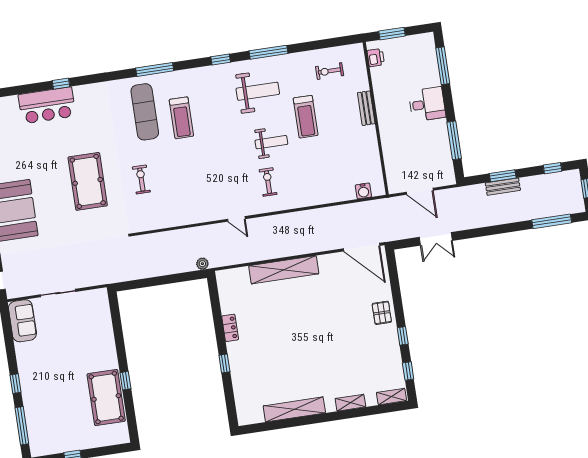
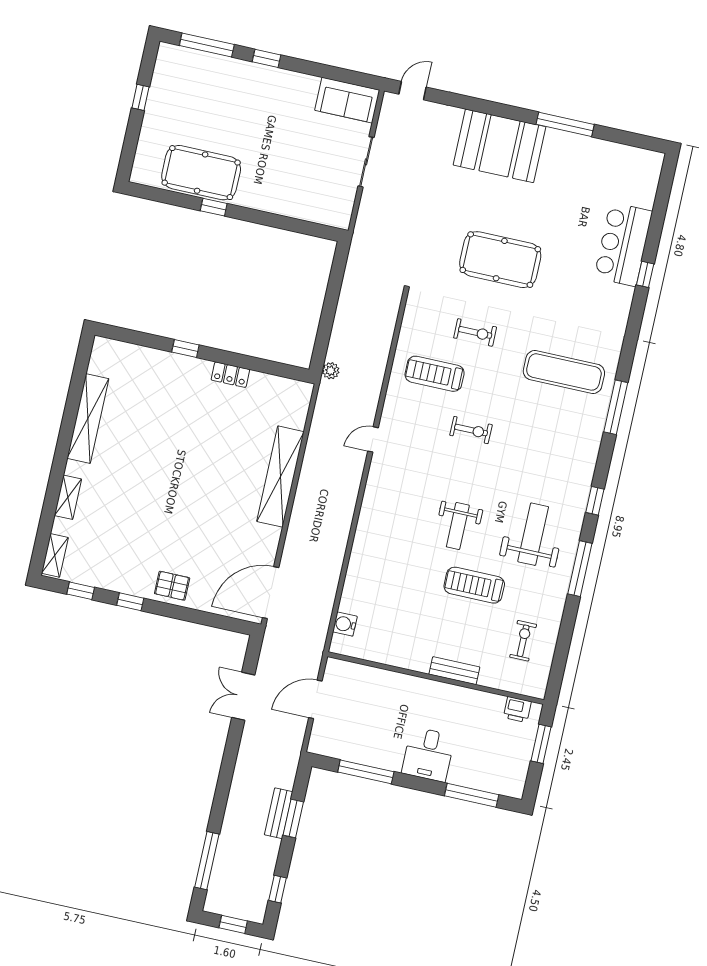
weight bench: (258, 91) -> (533, 534), turned 180
treadmill: (181, 118) -> (435, 374), moved
exercise bike: (268, 182) -> (471, 430), moved

